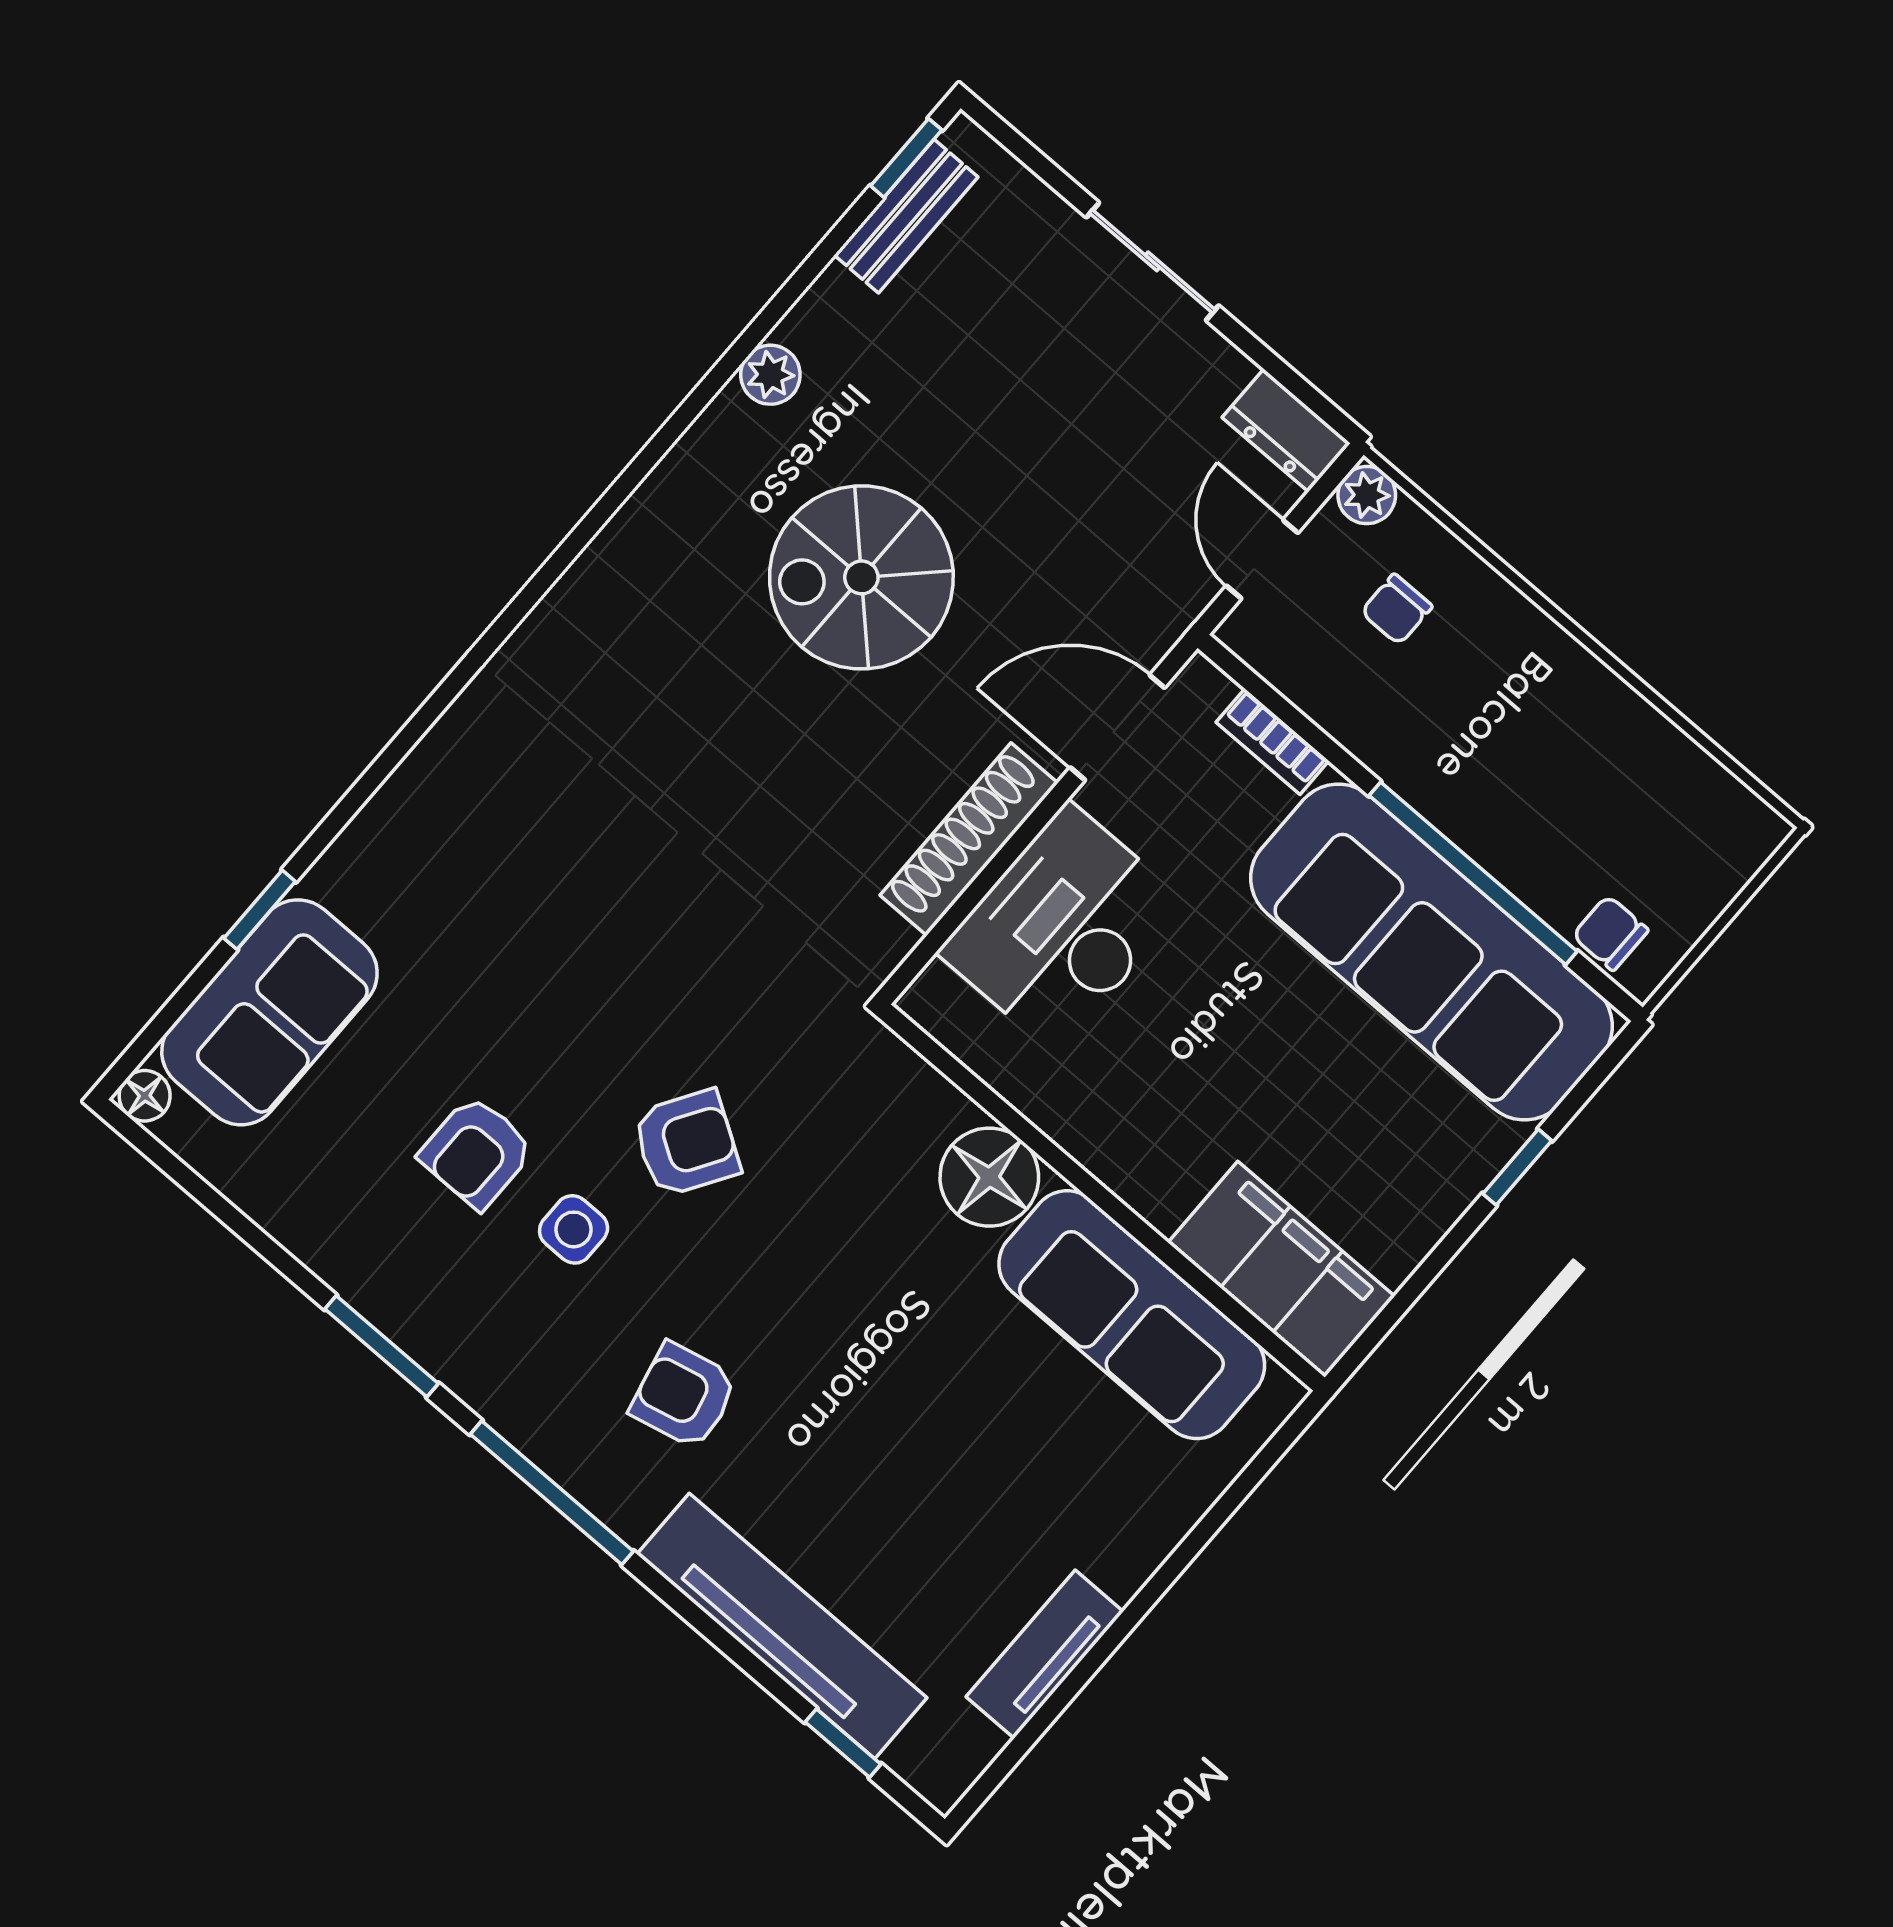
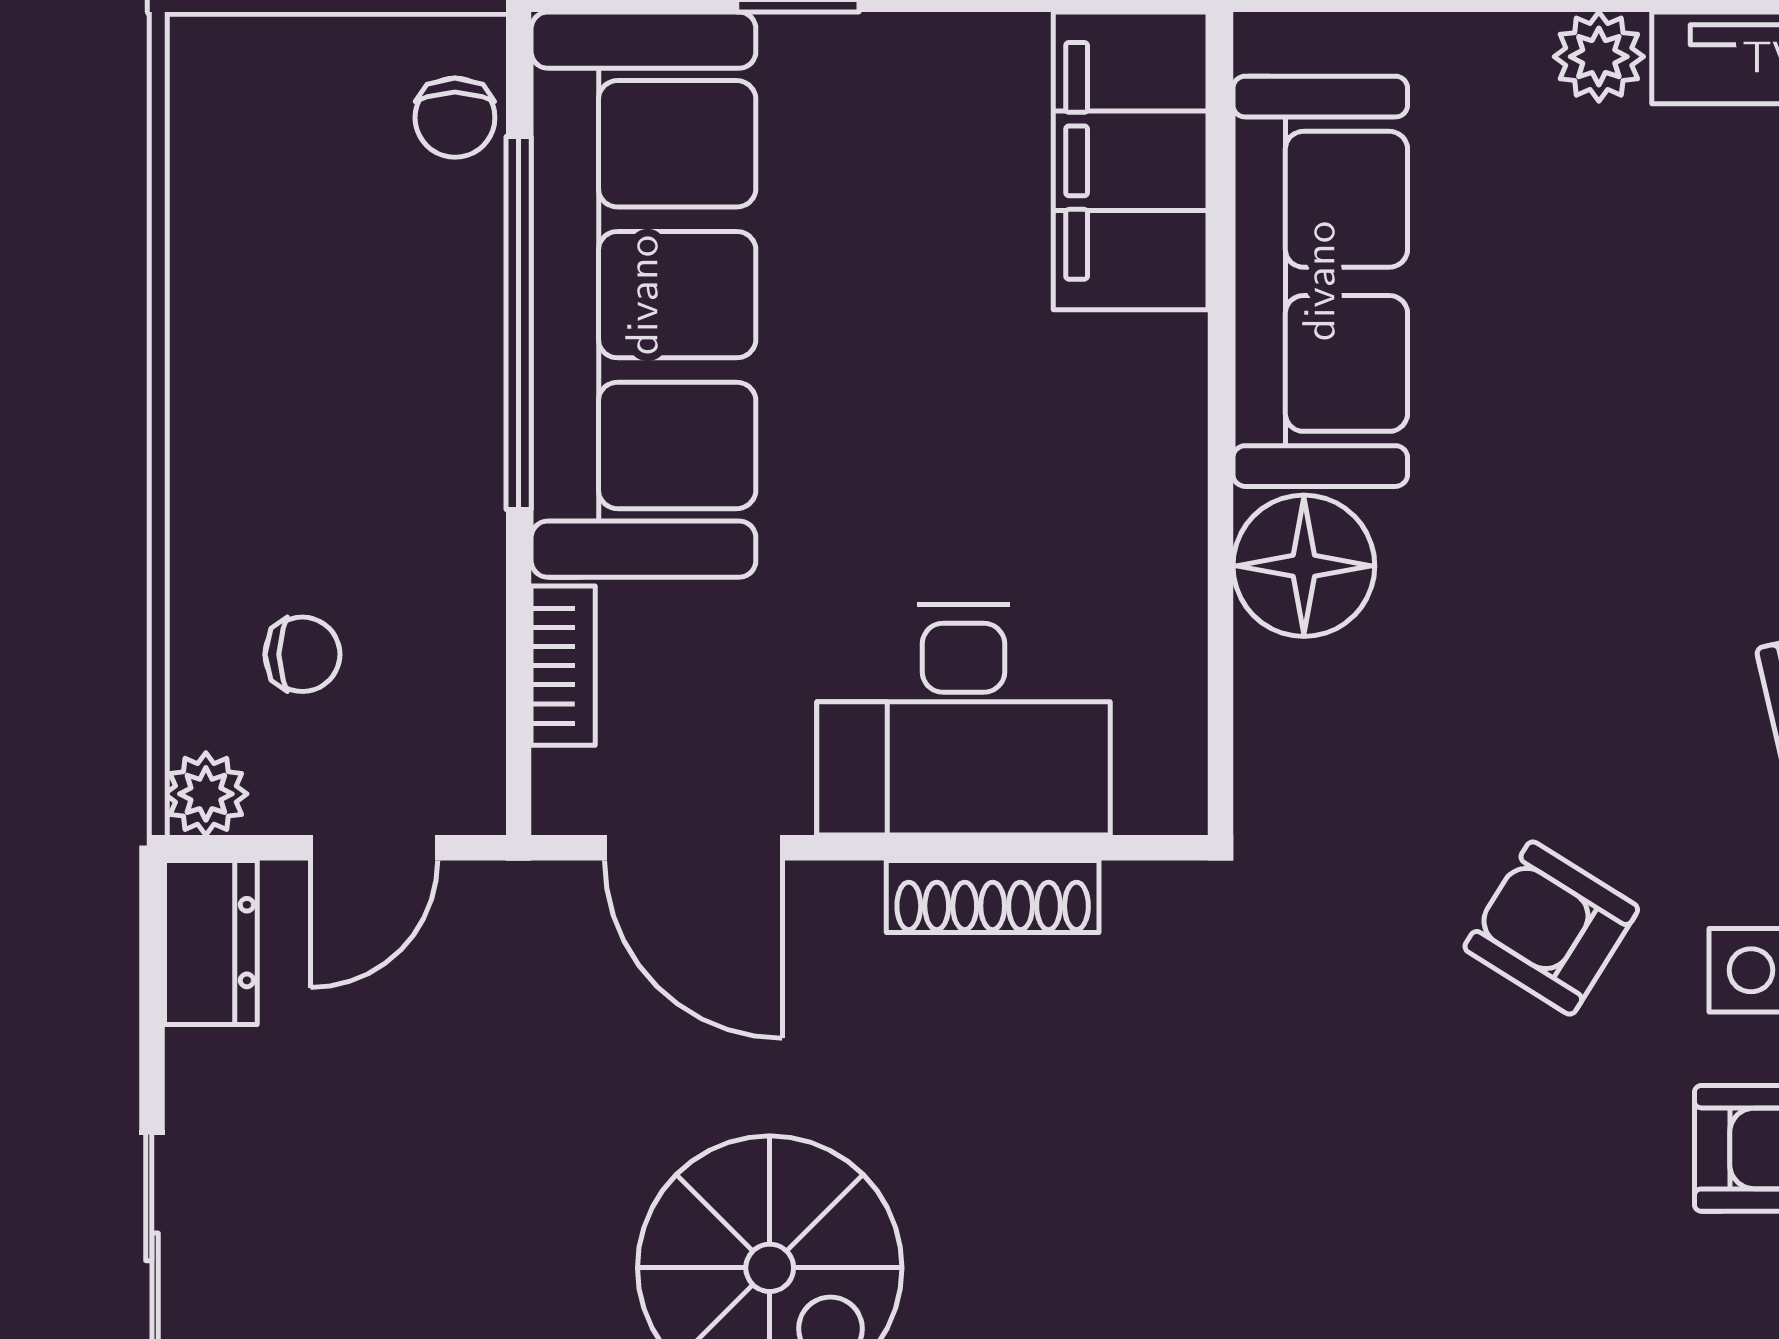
shoe rack: (969, 839) -> (993, 897), width x0.74, depth x0.81
plant: (1124, 1563) -> (1599, 57), added

